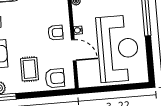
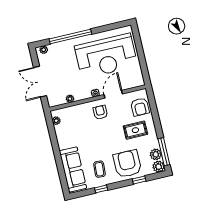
reception desk: (118, 49) -> (106, 56), turned 180
armchair: (55, 78) -> (140, 107), turned 180

